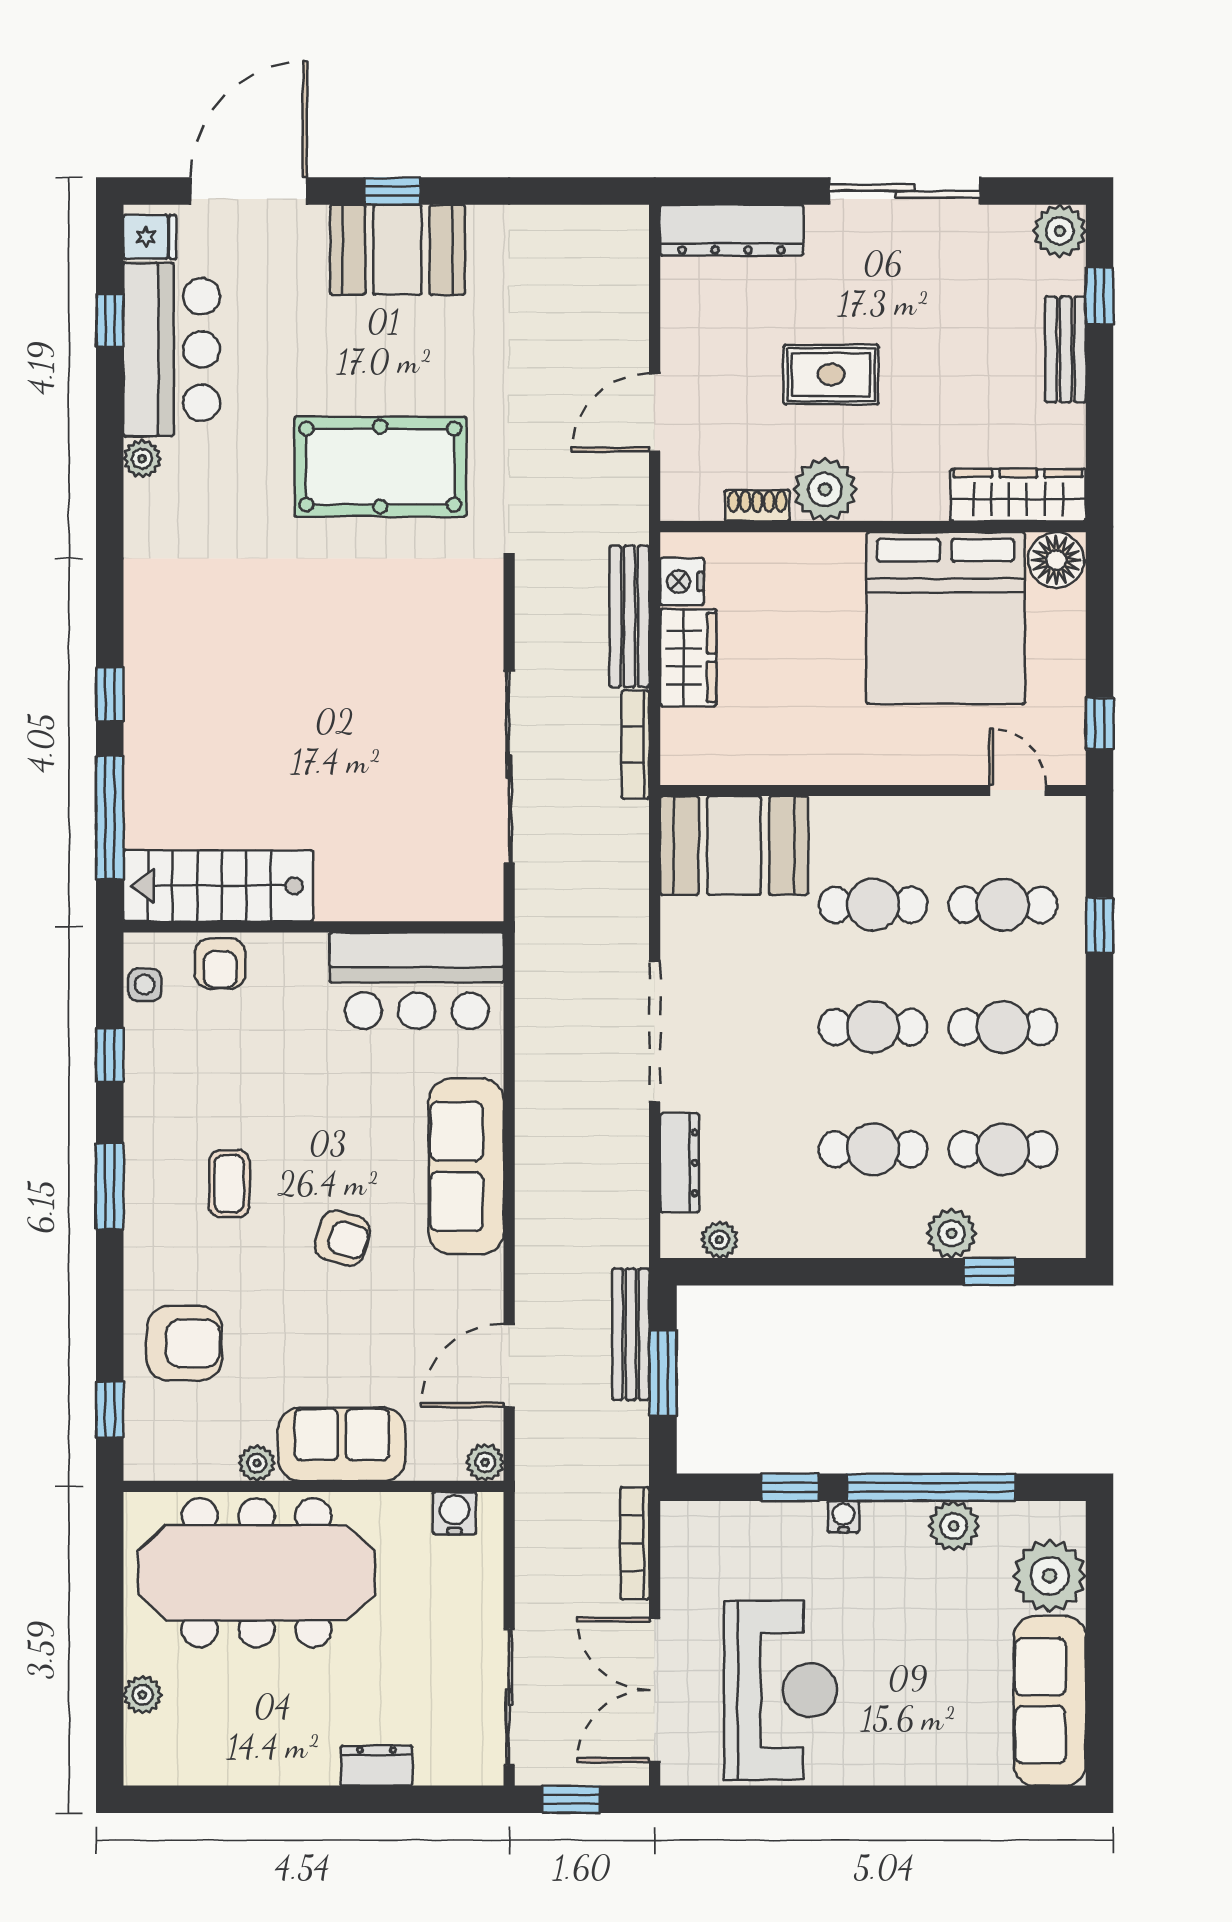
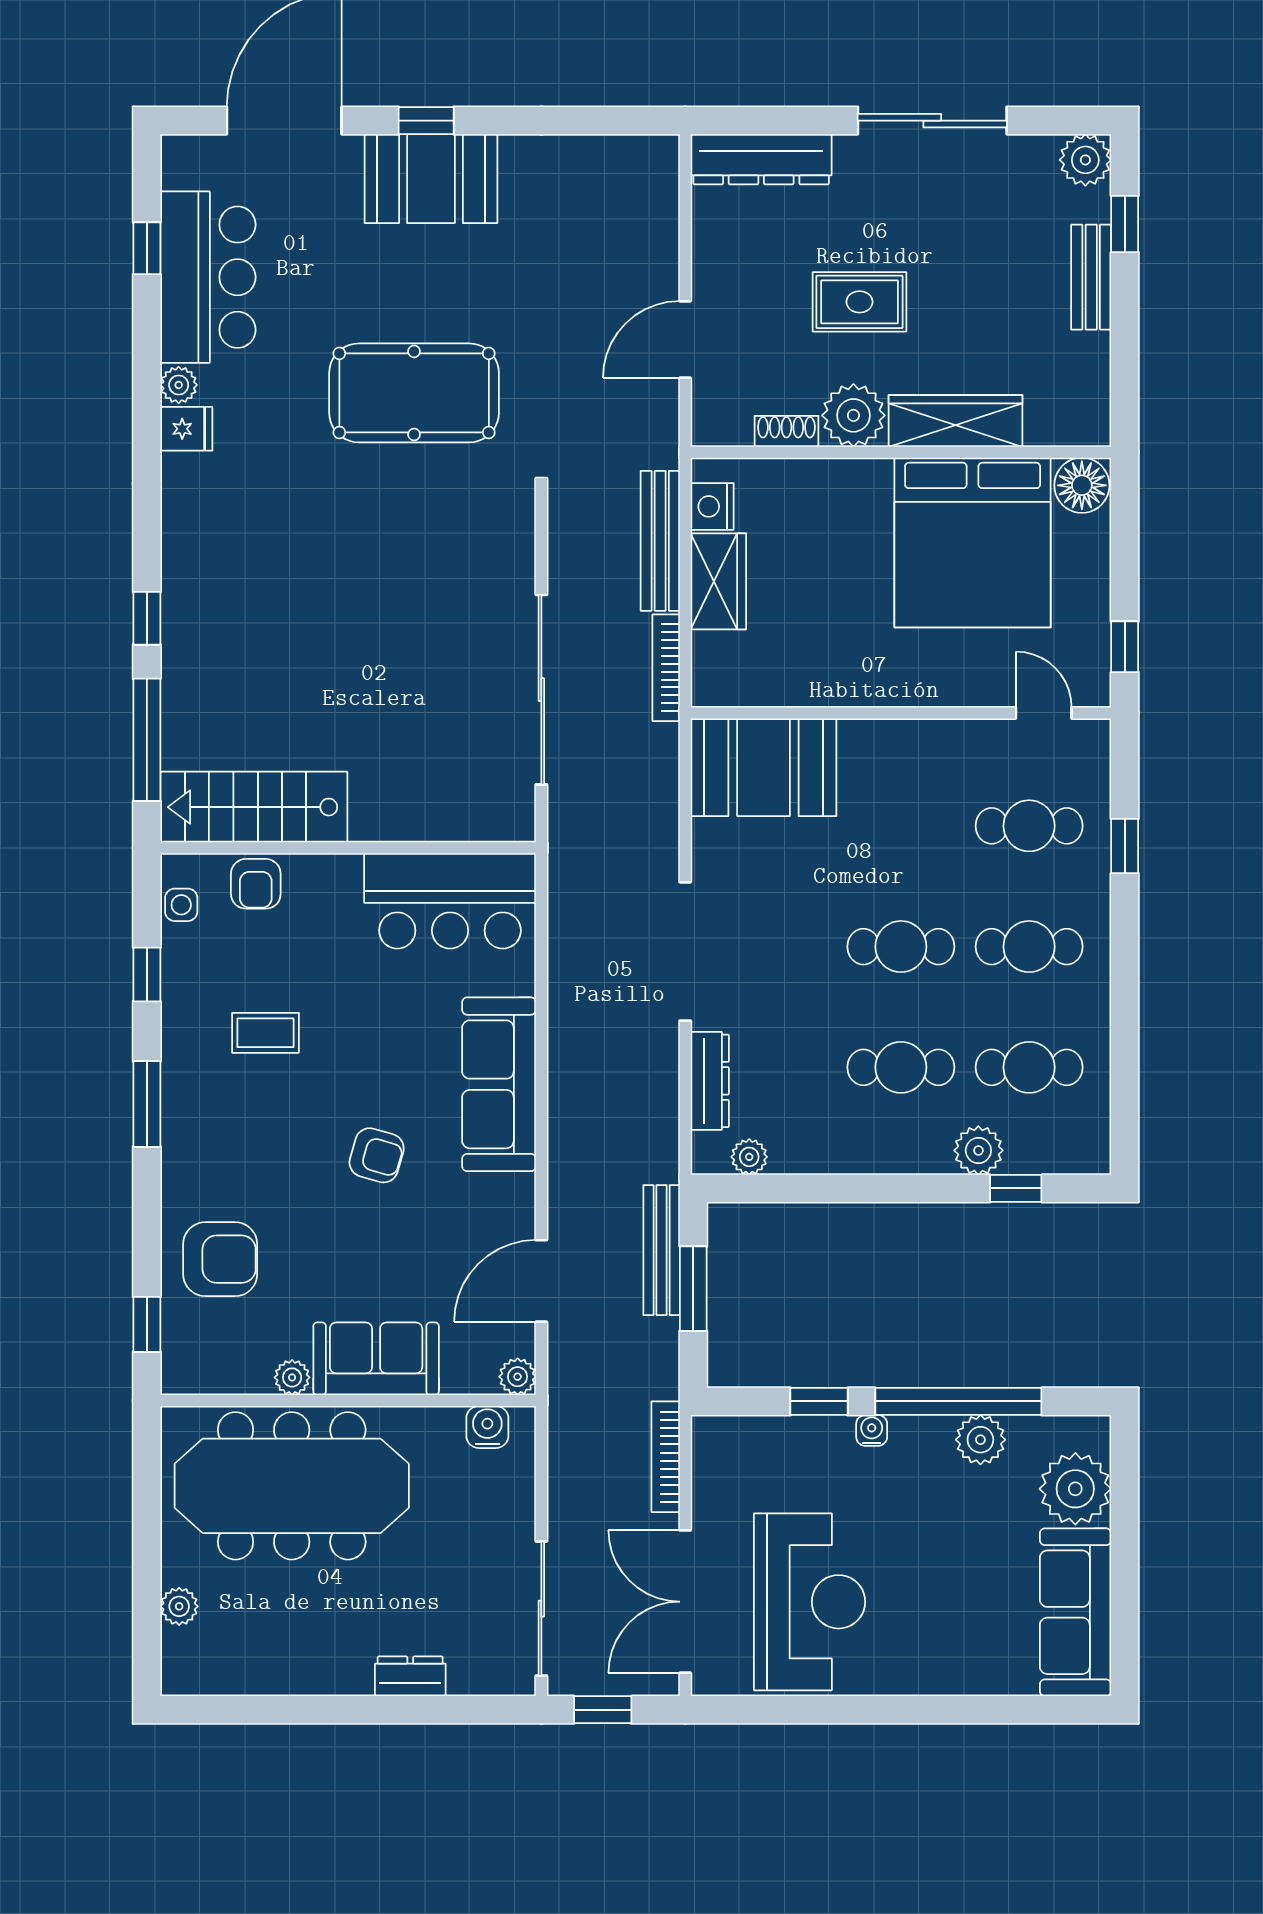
fridge: (150, 237) -> (186, 429), moved
wardrobe: (1018, 495) -> (955, 421), moved
cafe table: (873, 905) -> (901, 826), removed
coffee table: (229, 1184) -> (265, 1033), moved, turned 90

